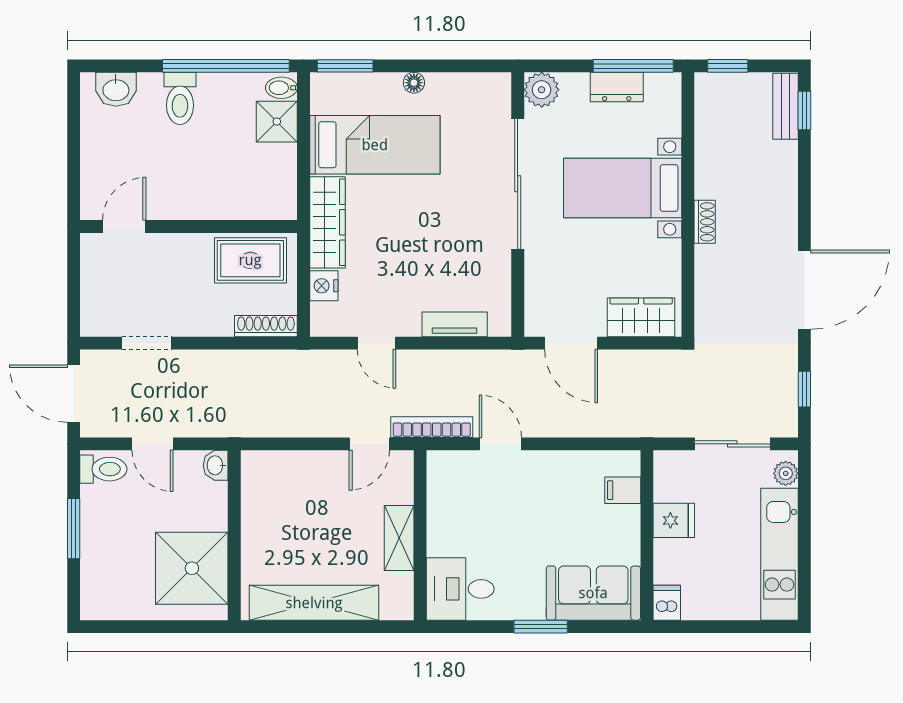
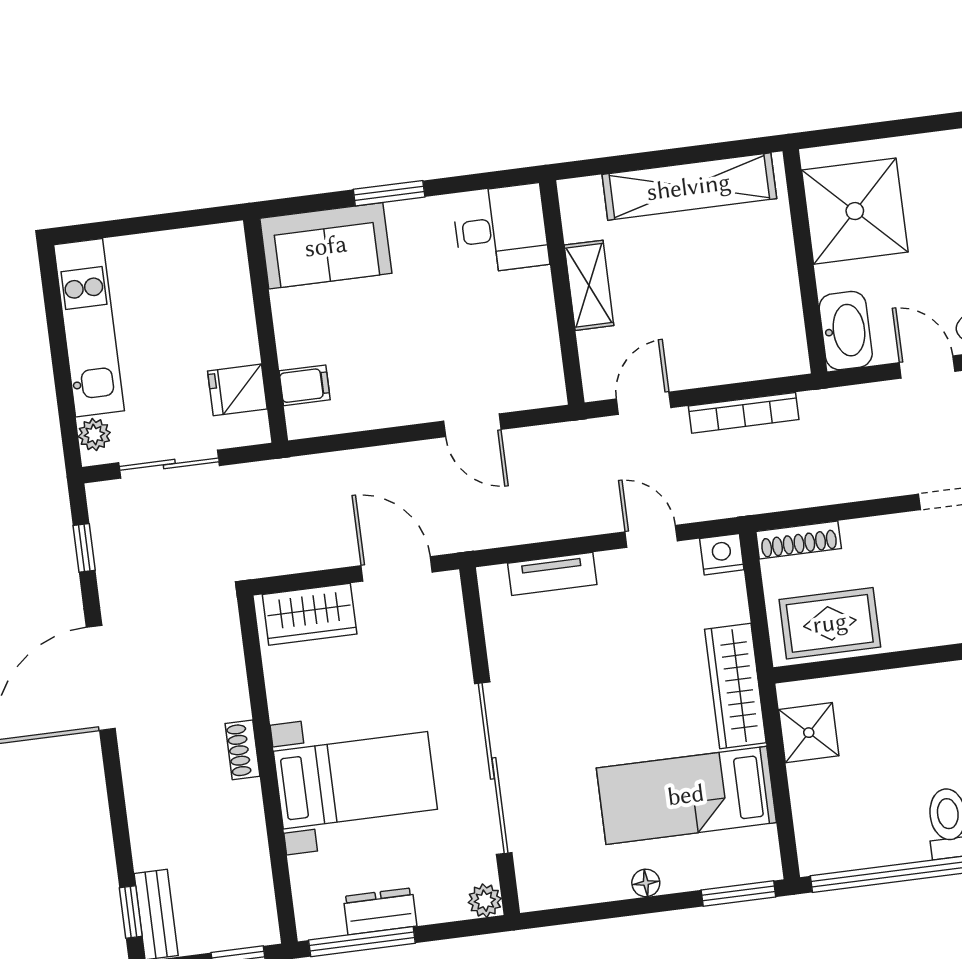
bidet: (281, 88) -> (818, 854), removed
plant: (542, 90) -> (485, 901), width x0.73, depth x0.73
shower: (277, 122) -> (809, 733), moved
nightstand: (324, 286) -> (722, 554), moved, turned -90
bookcase: (432, 427) -> (744, 413), moved
washbasin: (216, 465) -> (846, 331), width x1.91, depth x1.45
fridge: (674, 520) -> (237, 390), moved
dishwasher: (667, 603) -> (228, 246), removed

